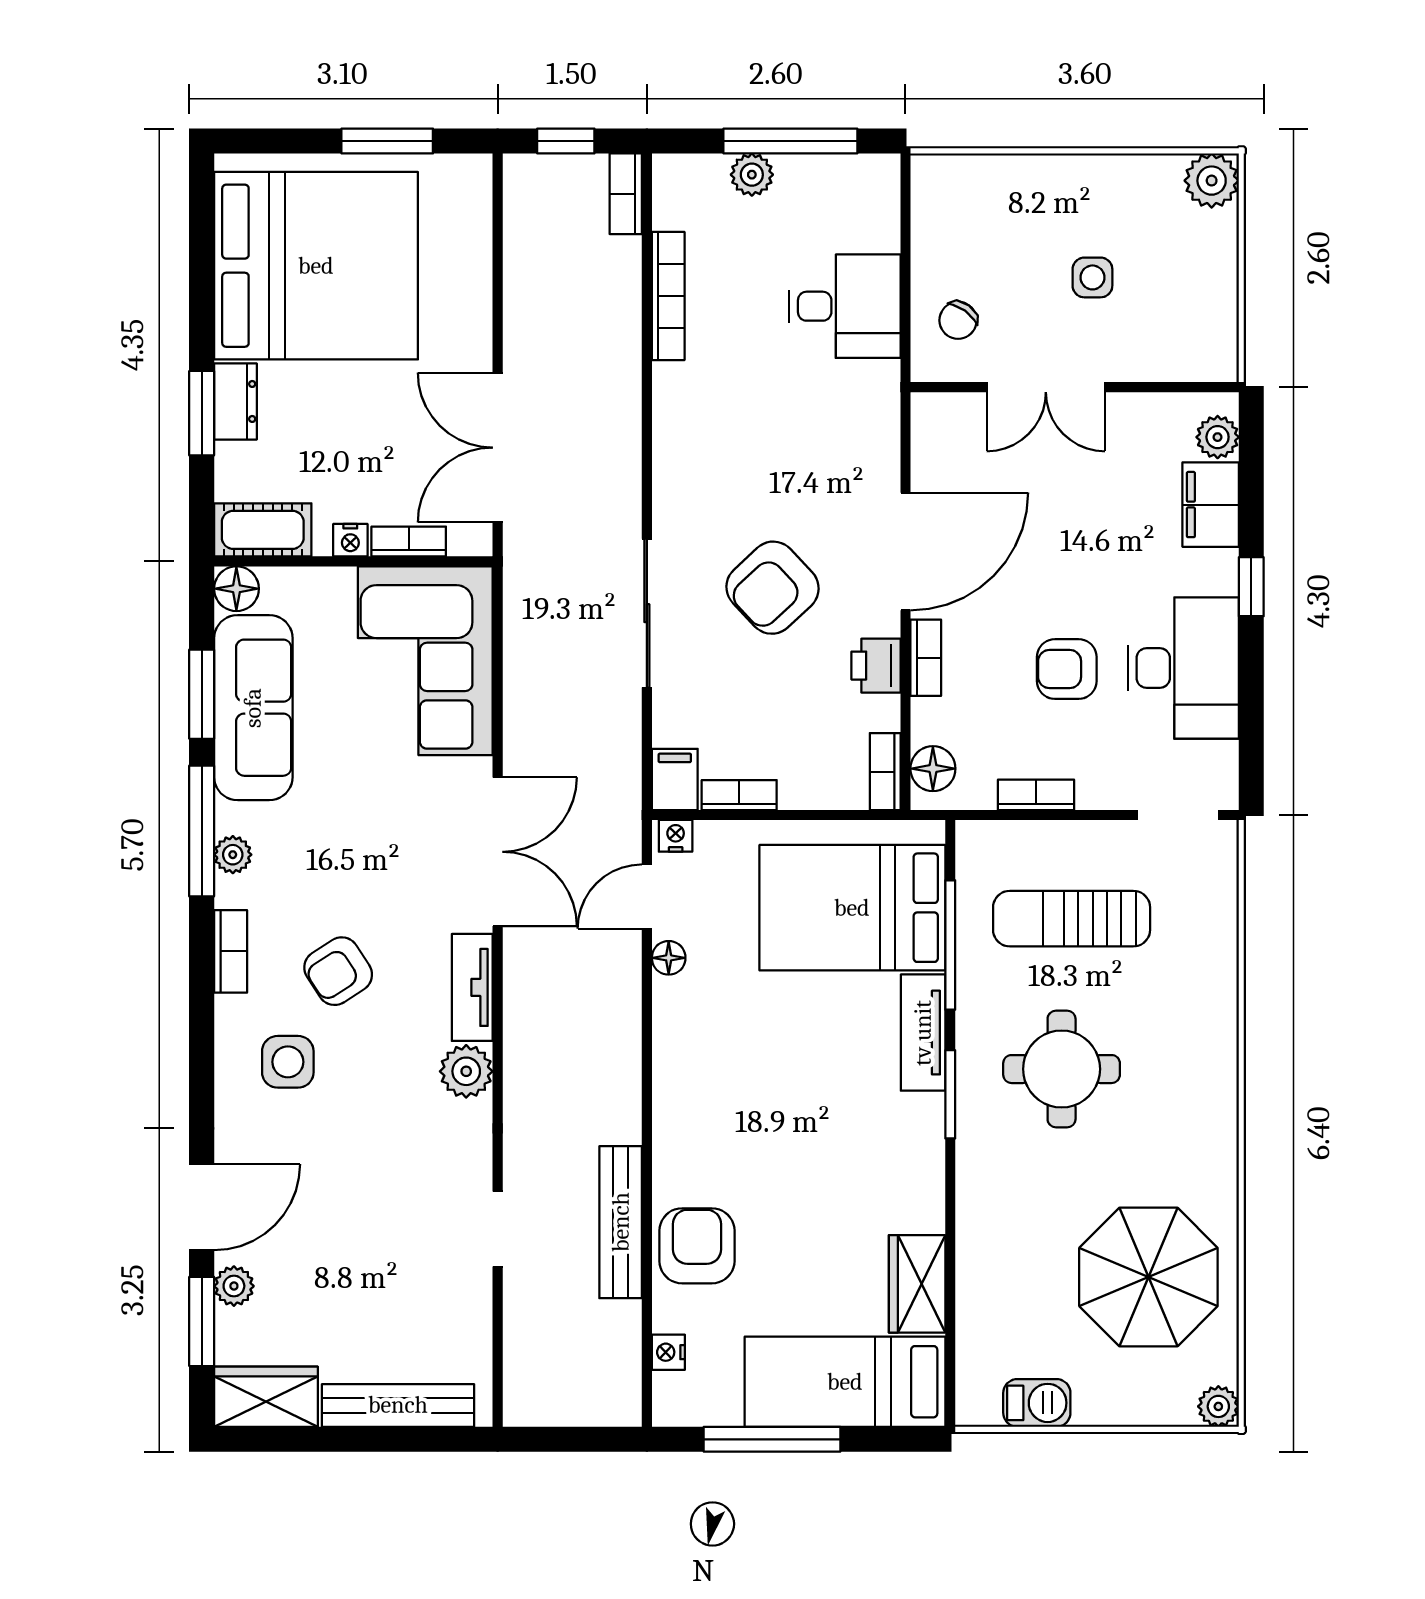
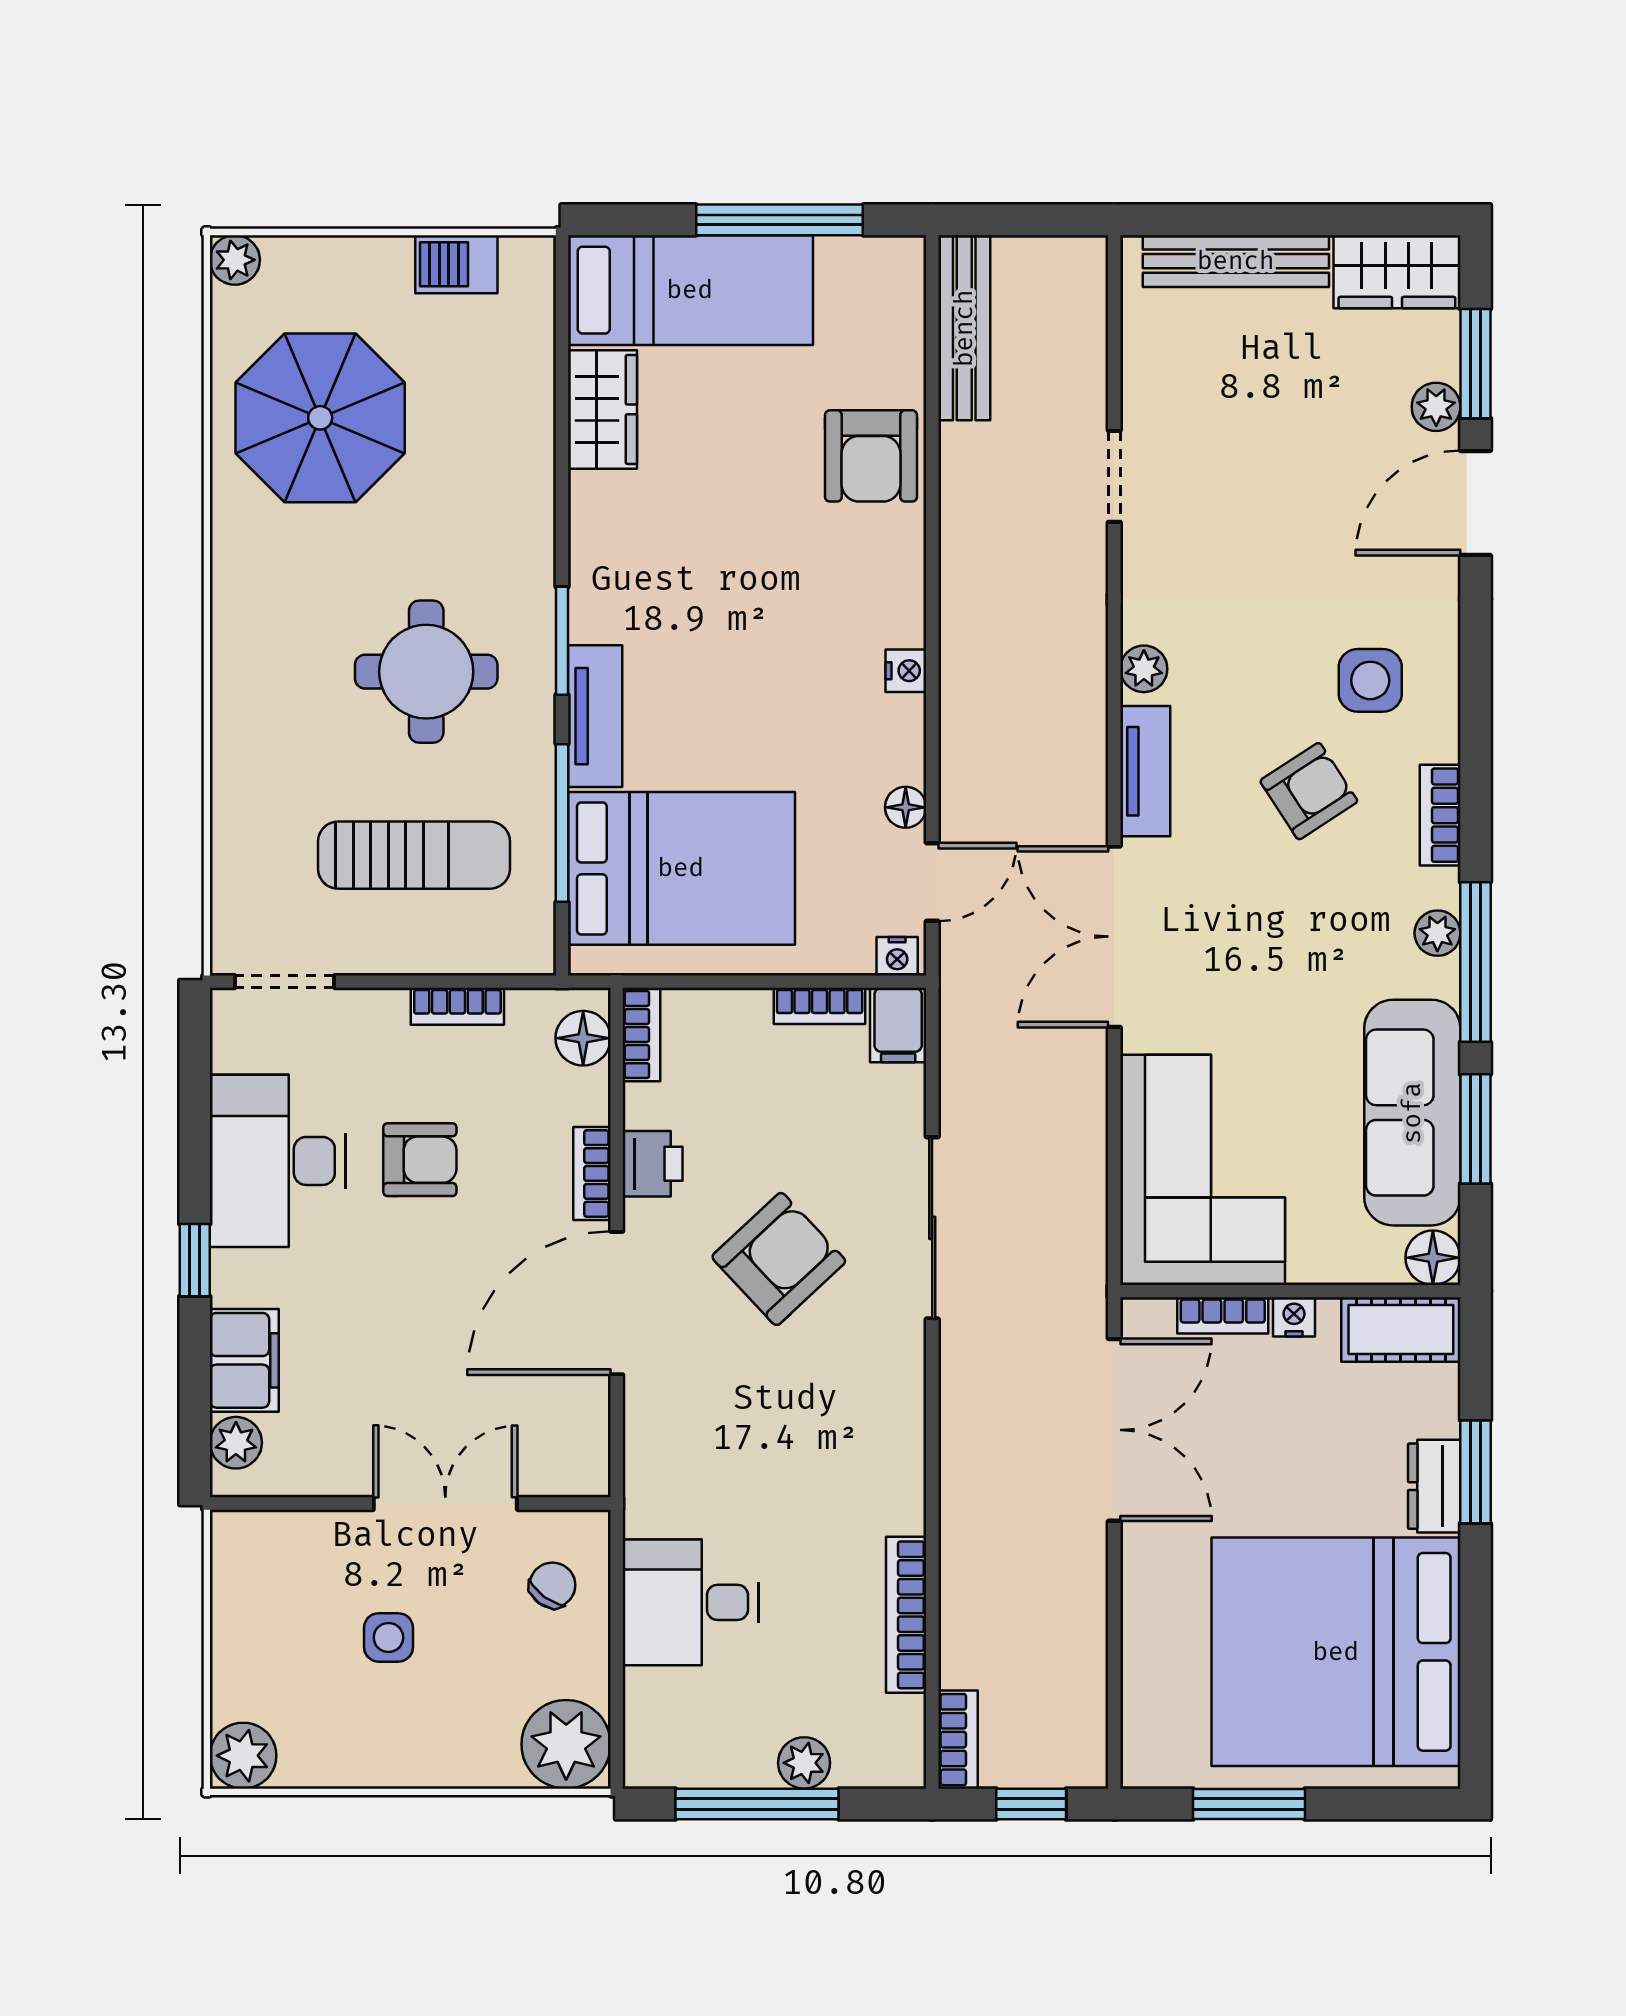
plant: (947, 190) -> (566, 1744), added
plant: (466, 1071) -> (1144, 669), width x0.73, depth x0.73
bench: (621, 1222) -> (964, 328), moved
nightstand: (668, 1352) -> (906, 671), moved

